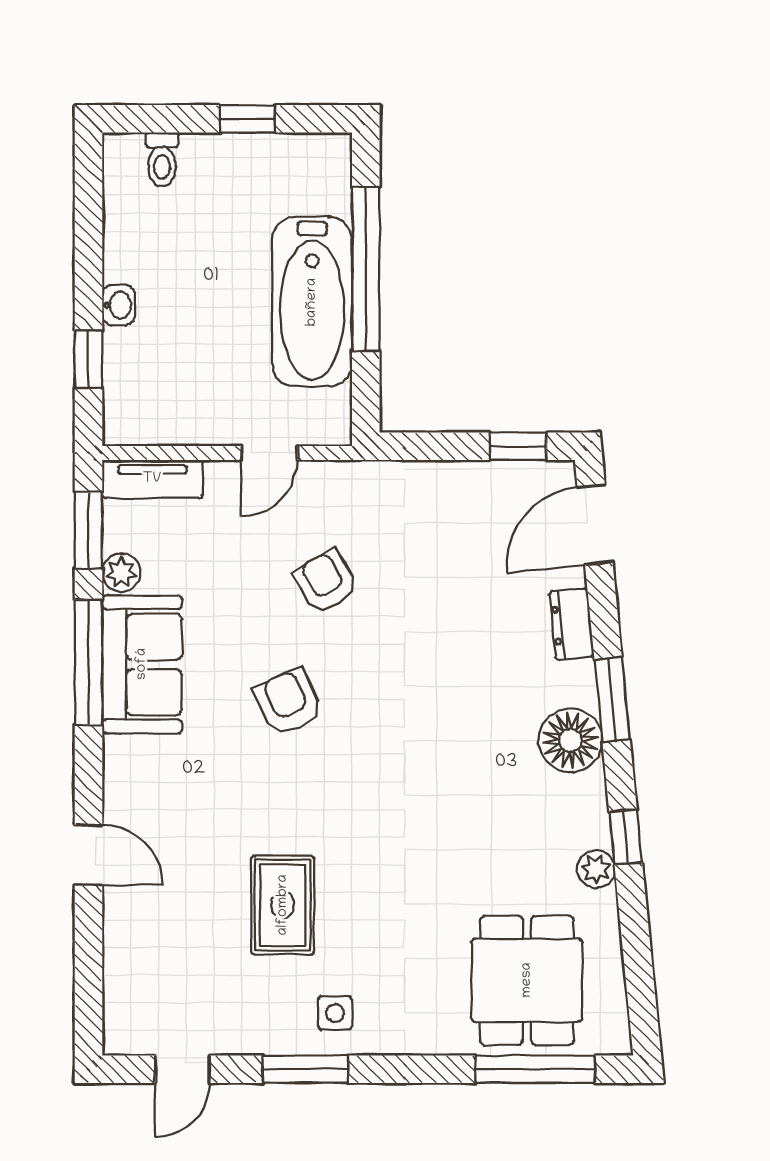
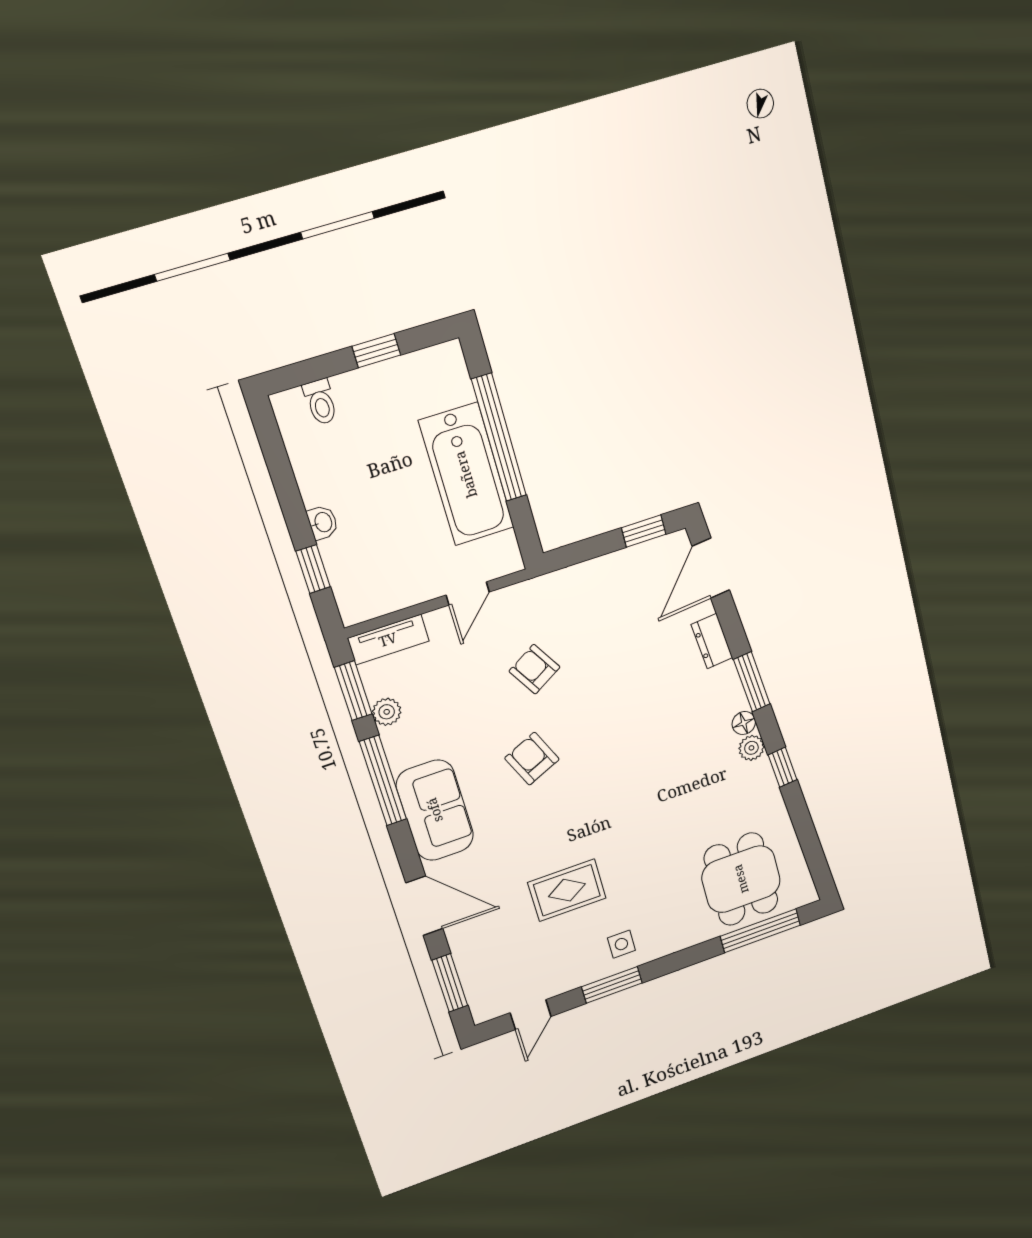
sofa: (142, 664) -> (435, 810), moved
floor lamp: (570, 740) -> (744, 723), width x0.53, depth x0.53
door: (88, 855) -> (424, 906), width x1.38
plant: (596, 869) -> (751, 748), moved
rug: (283, 905) -> (567, 890), turned 90
window: (88, 979) -> (450, 983), added

